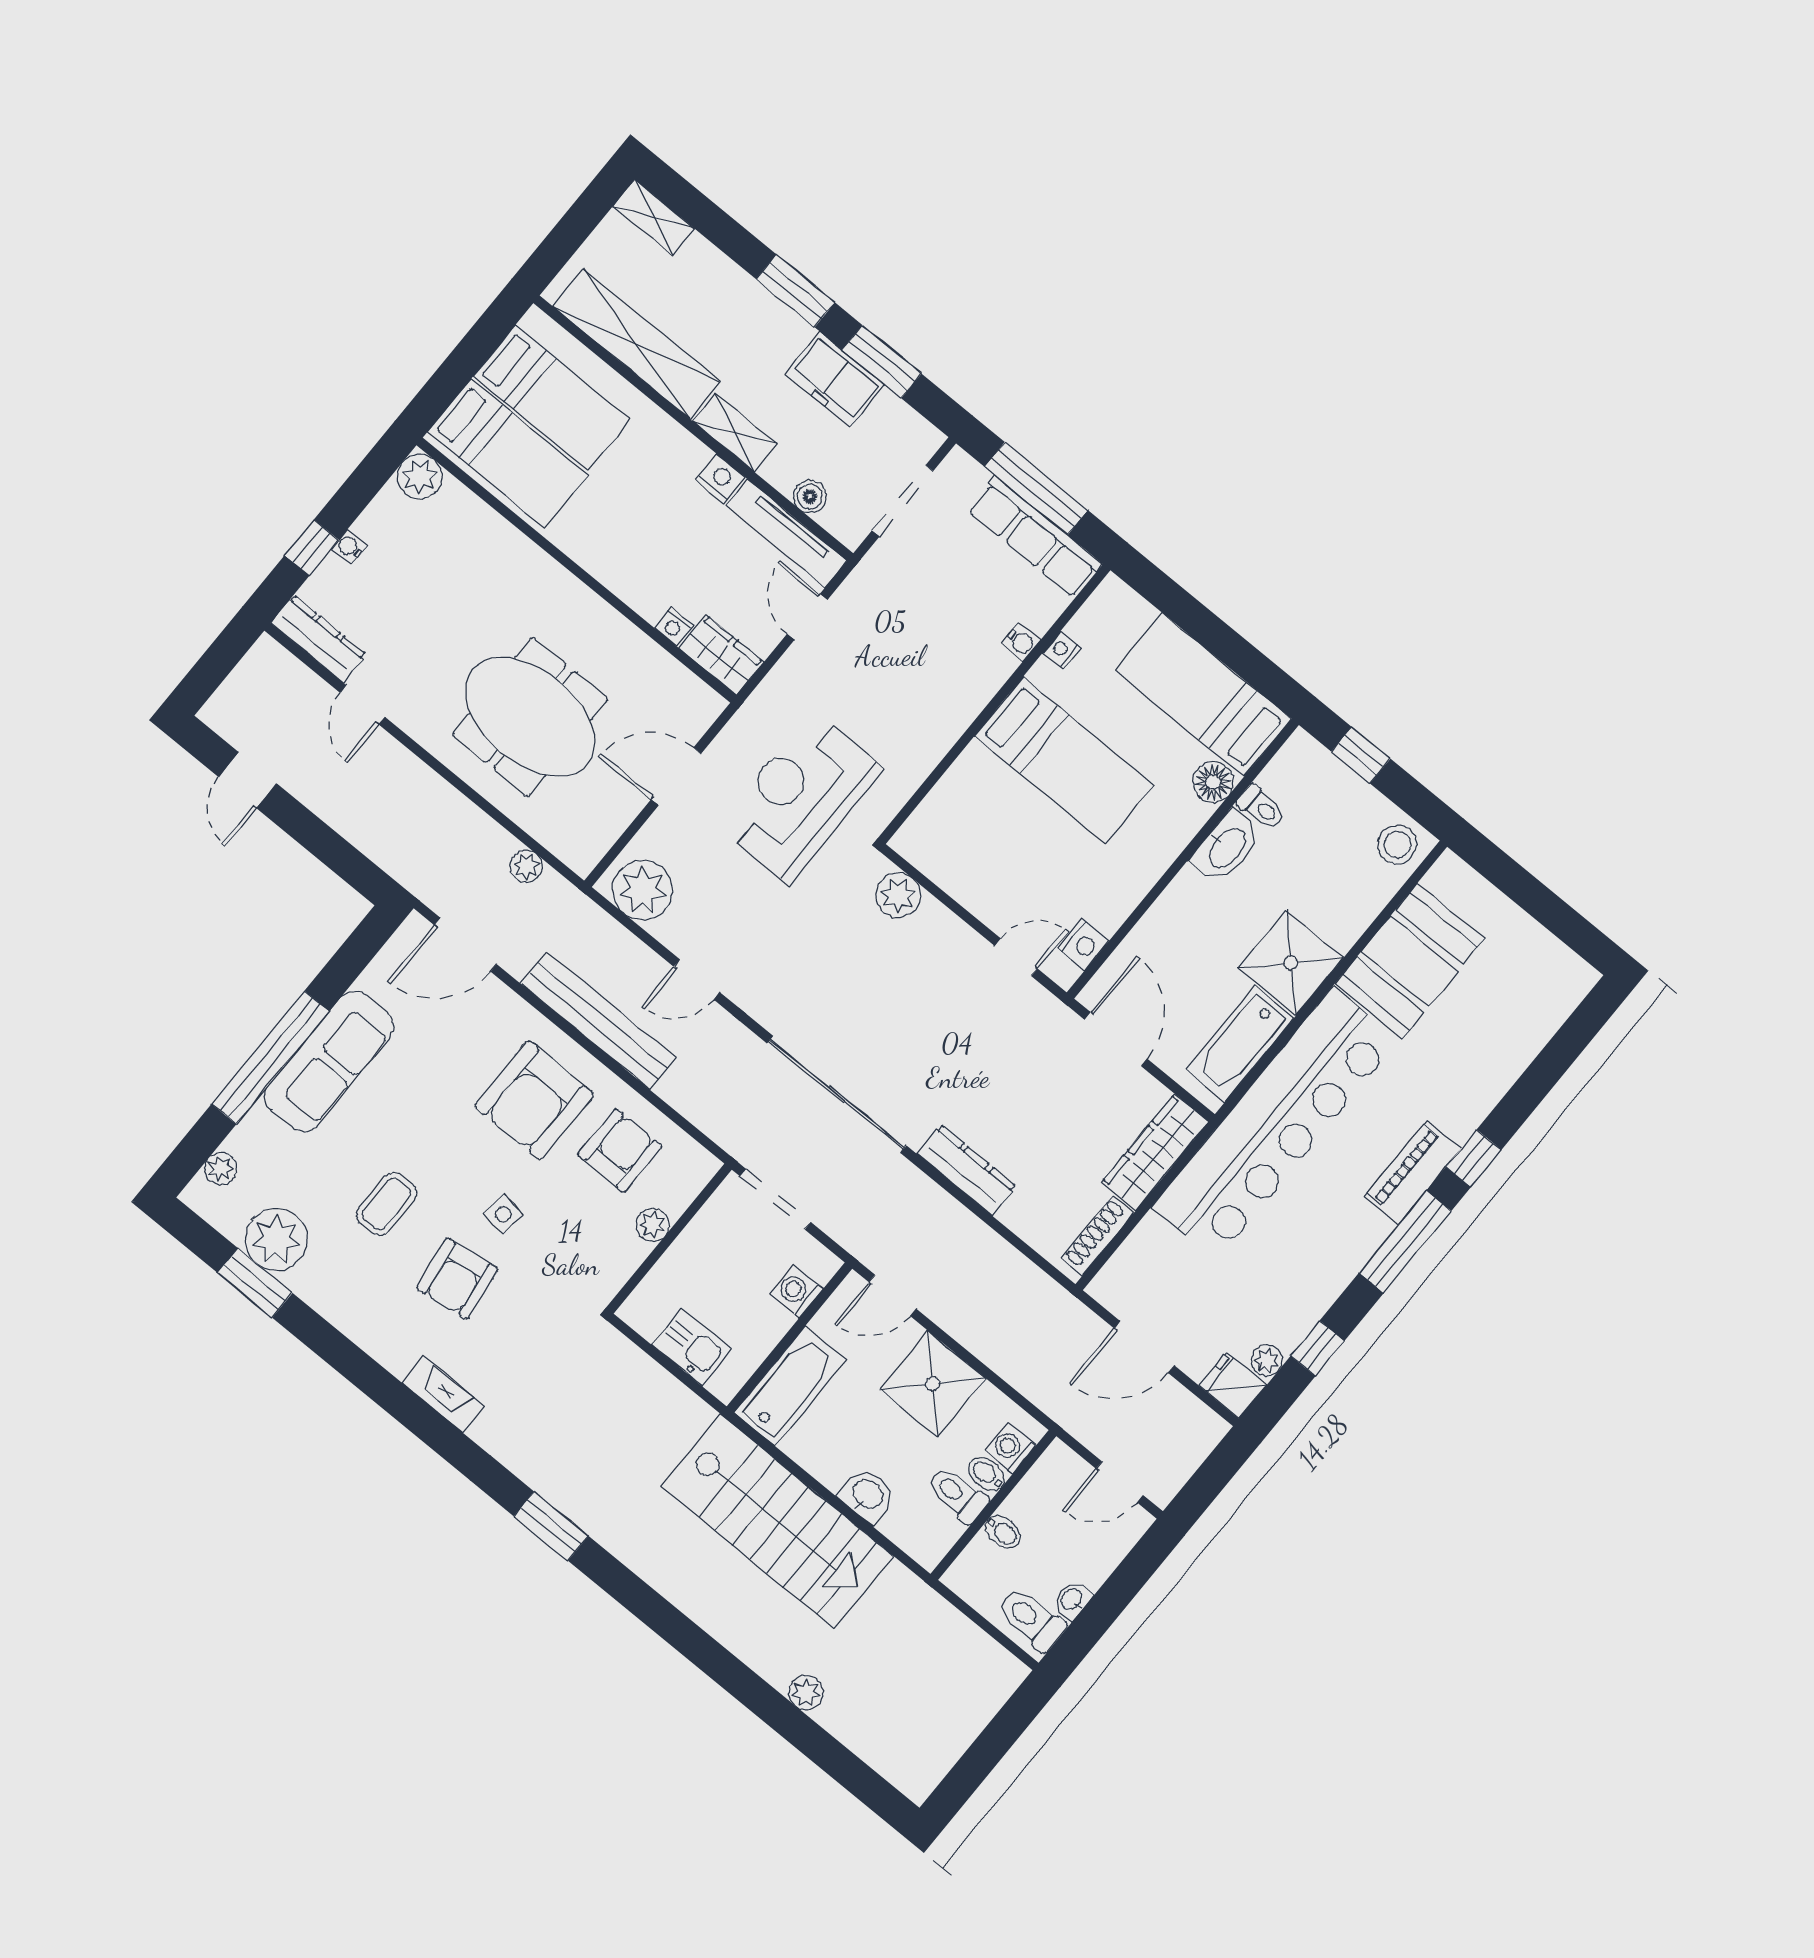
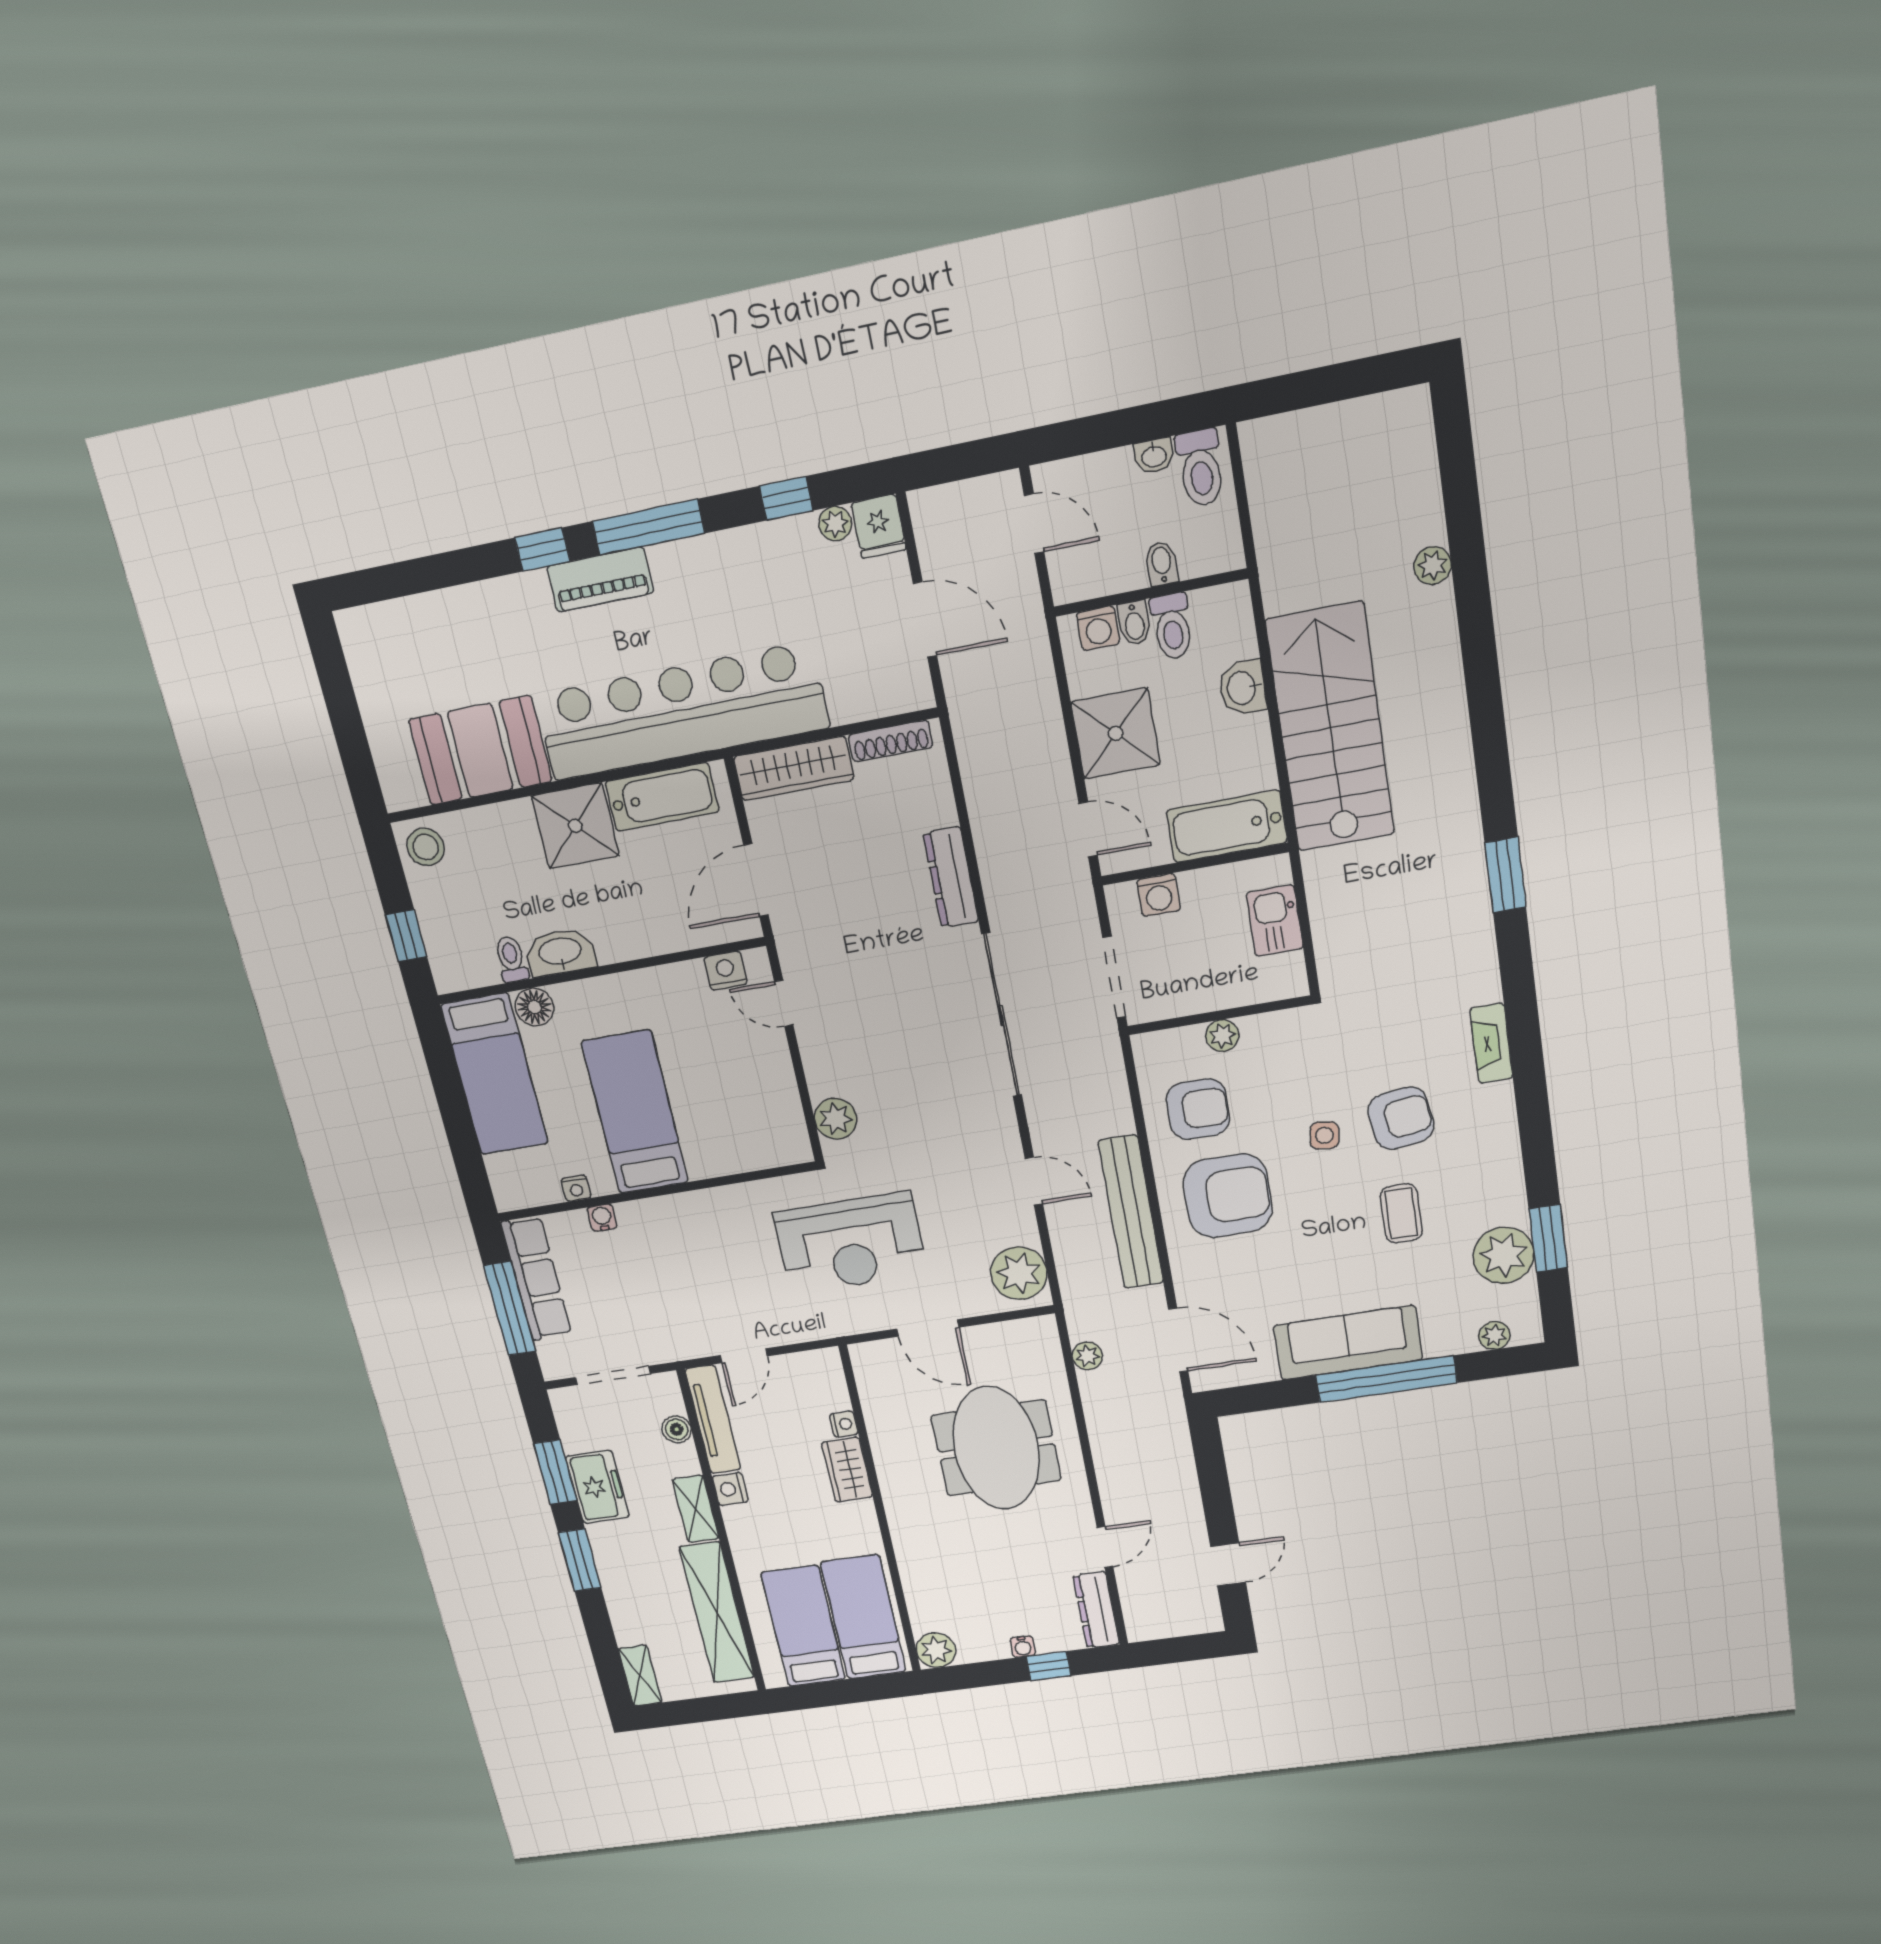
wardrobe: (721, 655) -> (847, 1470), moved
armchair: (620, 1151) -> (1198, 1109), turned 180
coffee table: (386, 1204) -> (1401, 1213), turned 90

